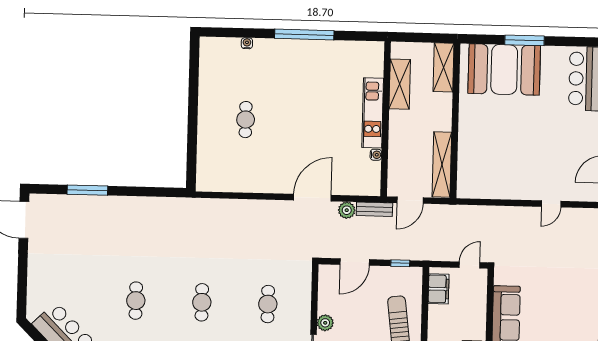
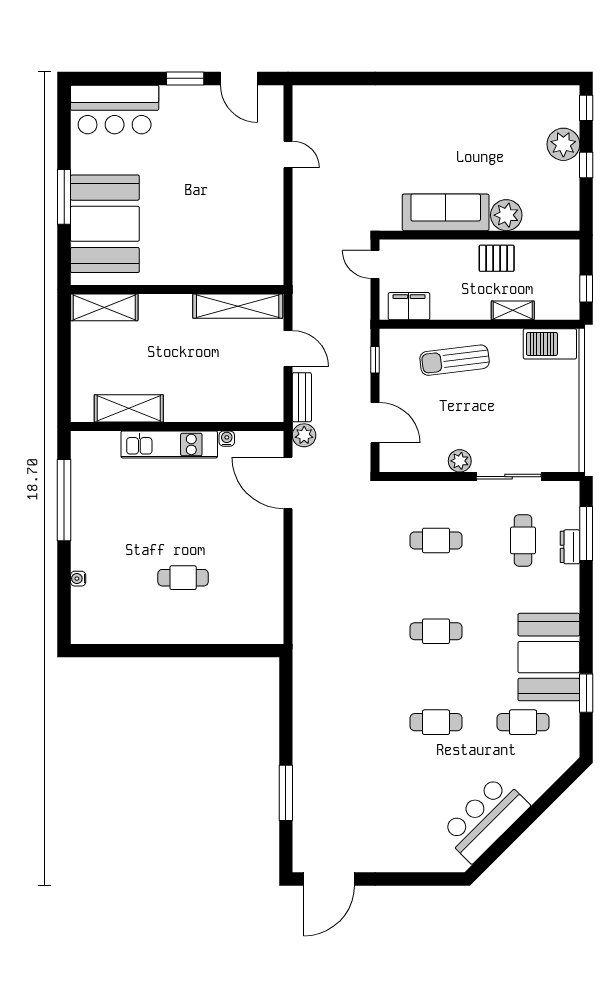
shelving: (400, 84) -> (129, 408), moved
kitchen unit: (373, 113) -> (169, 444), moved
wall: (386, 119) -> (177, 427), moved
water cooler: (376, 155) -> (227, 439), moved

